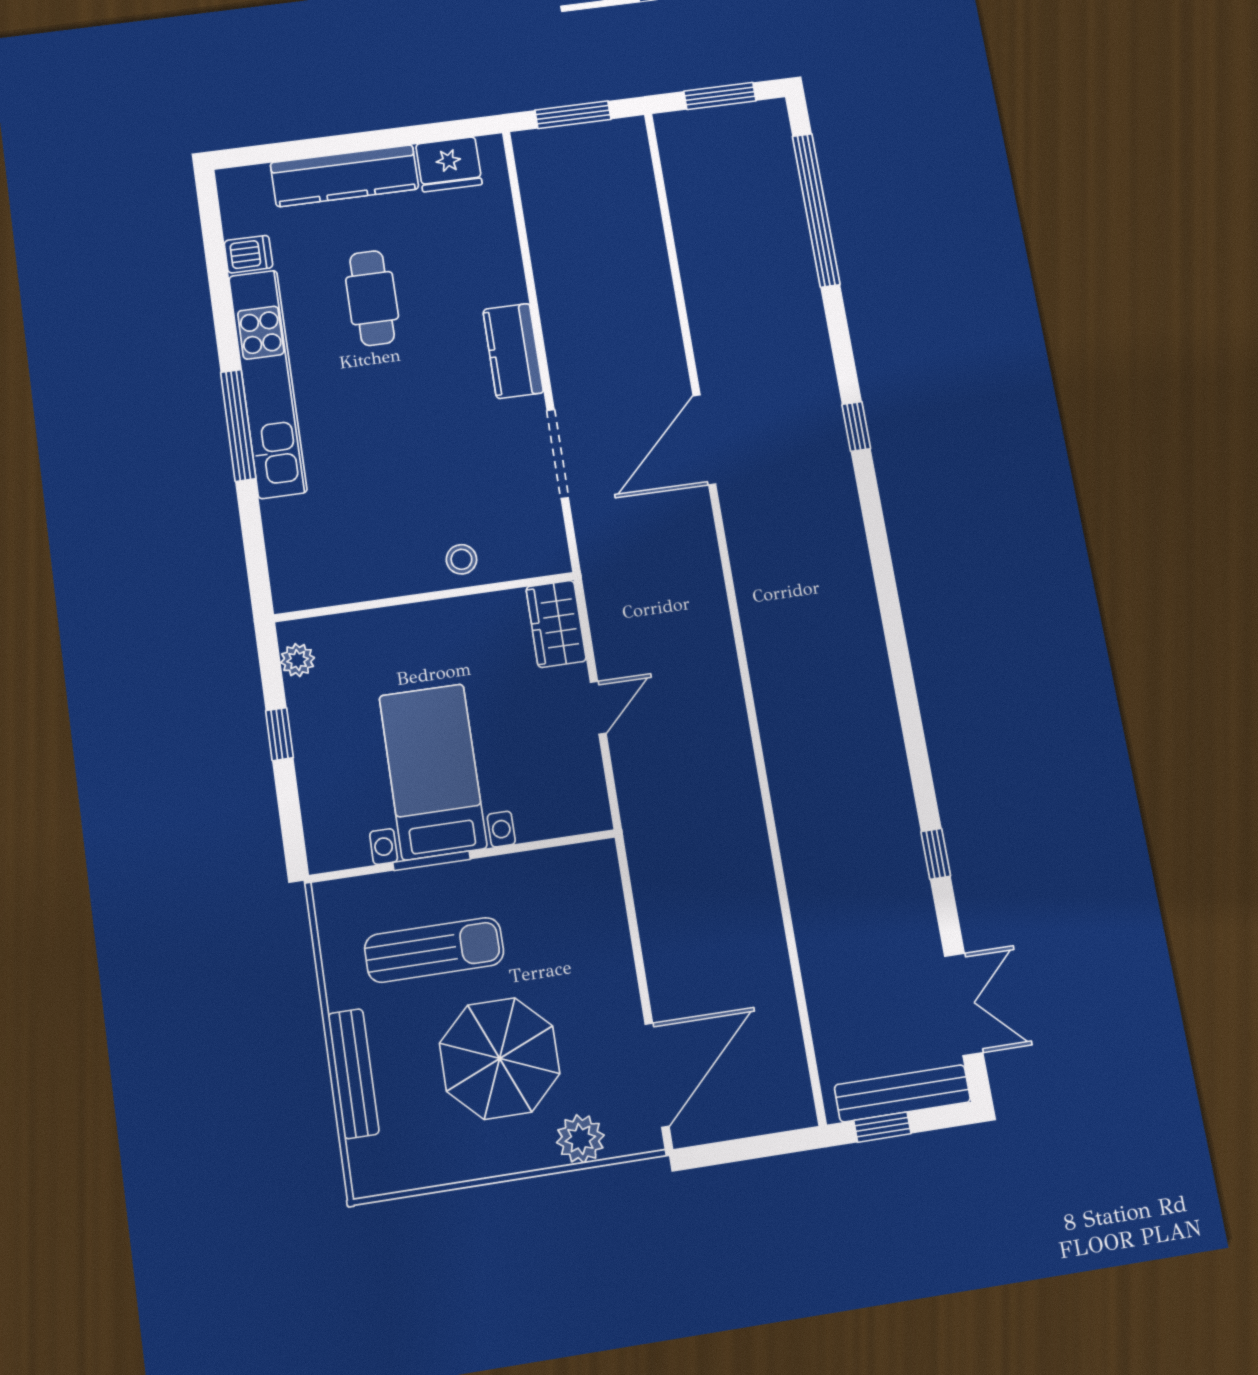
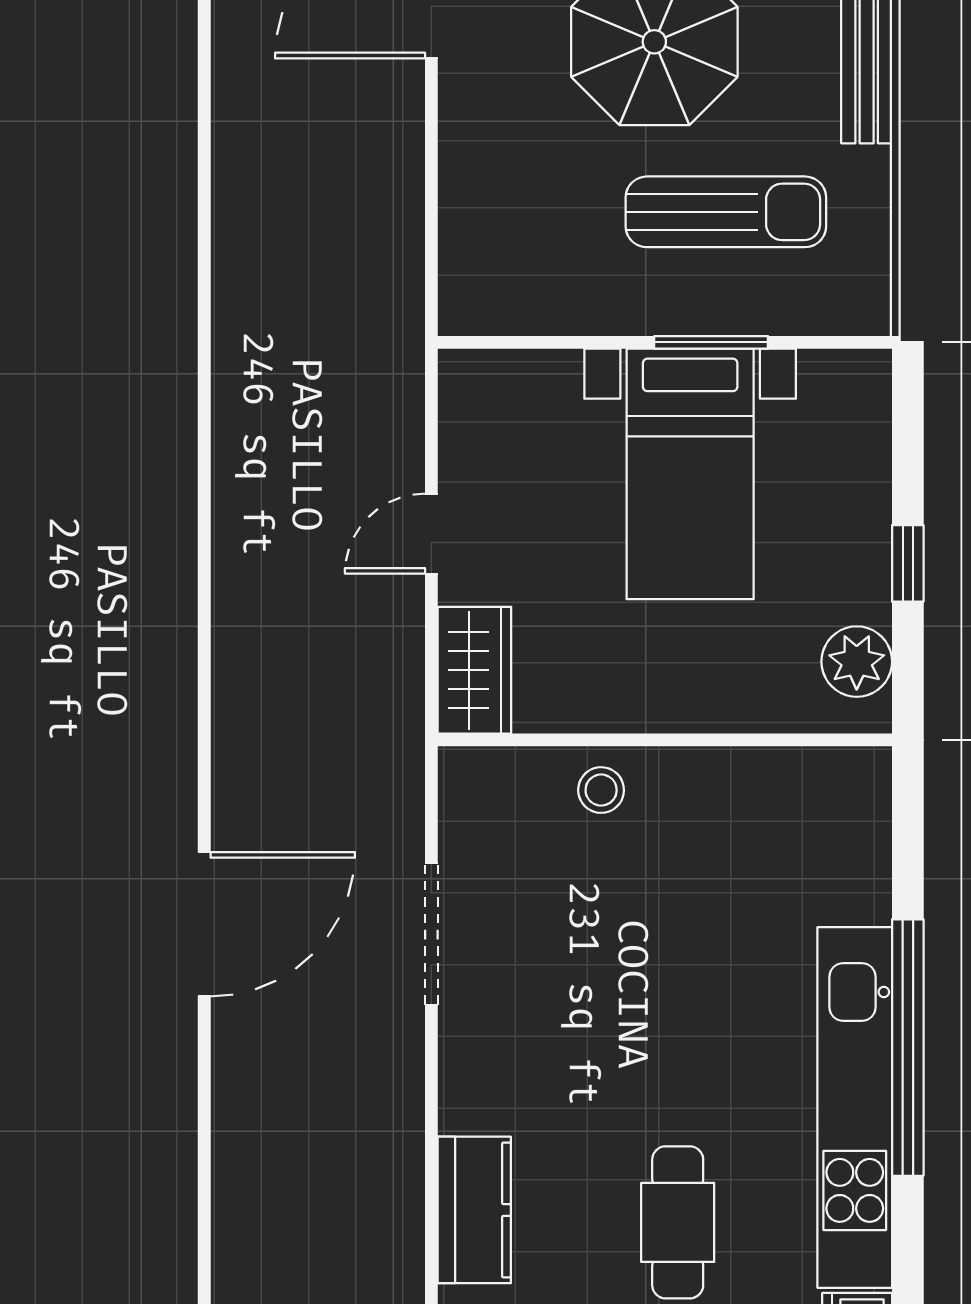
kitchen counter: (513, 351) -> (474, 1210), moved
window: (238, 425) -> (908, 1048), width x1.46
plant: (298, 660) -> (857, 662), width x1.38, depth x1.38
sun lounger: (434, 950) -> (726, 212), turned 180

